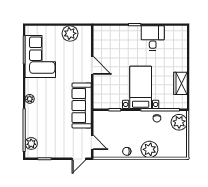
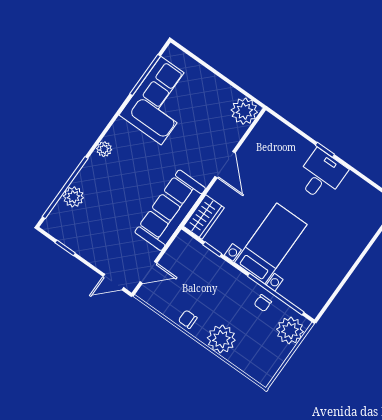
plant: (70, 33) -> (244, 111), moved
desk: (153, 38) -> (321, 175), moved
wardrobe: (180, 83) -> (204, 217), moved, turned 180
door: (92, 142) -> (148, 272), hinge flipped
plant: (31, 143) -> (73, 197), moved

